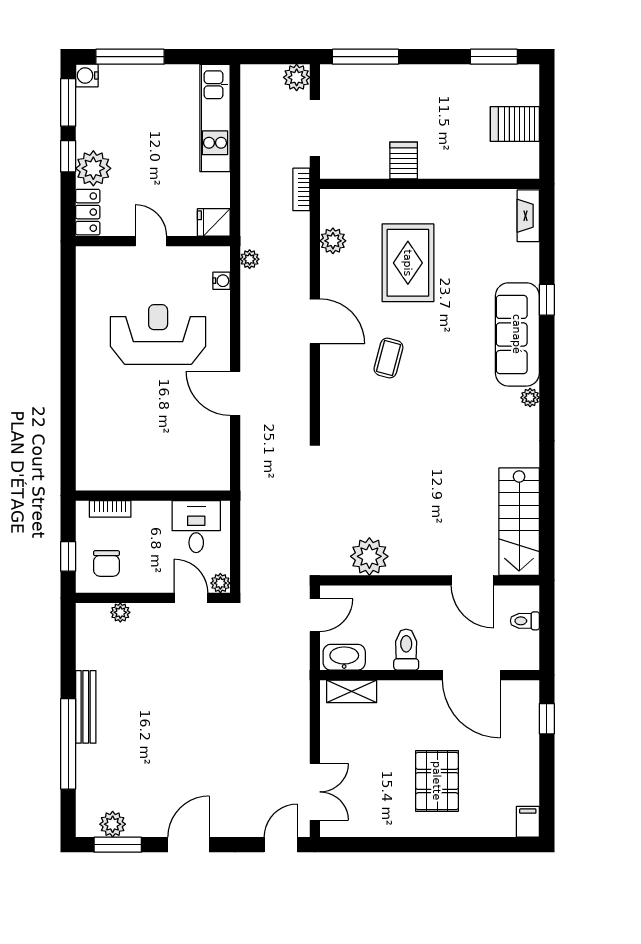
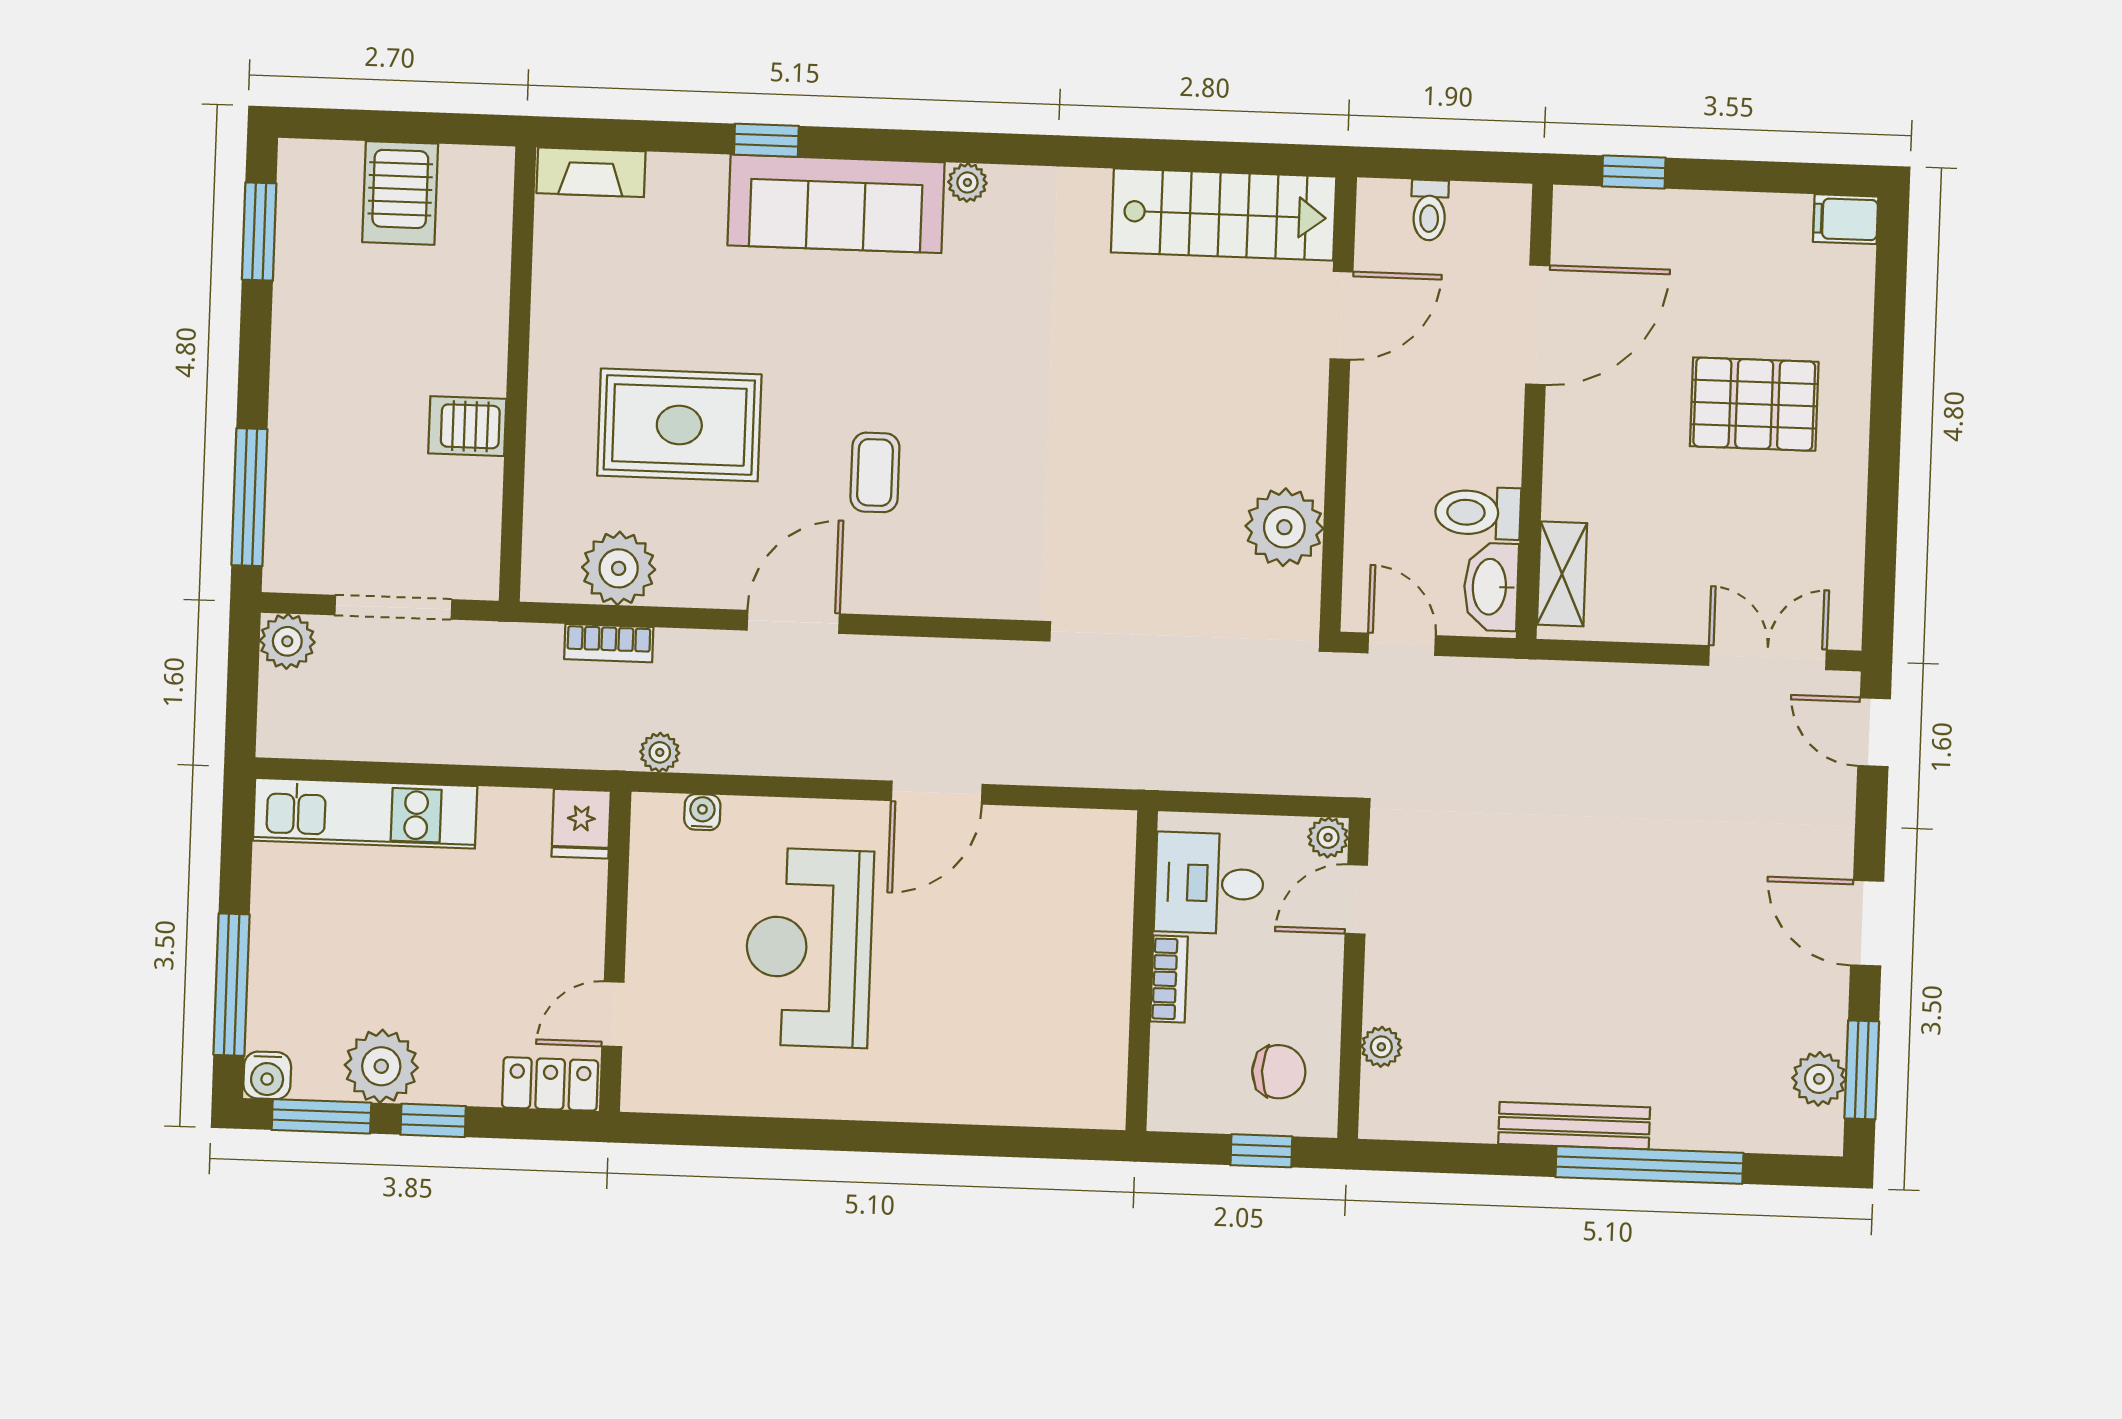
plant: (93, 168) -> (381, 1066), moved
bookcase: (301, 189) -> (609, 643), moved
door: (151, 241) -> (613, 1014), moved
plant: (333, 241) -> (619, 568), width x1.36, depth x1.36
coffee table: (388, 358) -> (875, 472), turned 75
bookcase: (110, 509) -> (1169, 979), moved
toilet: (406, 650) -> (1478, 513), moved

